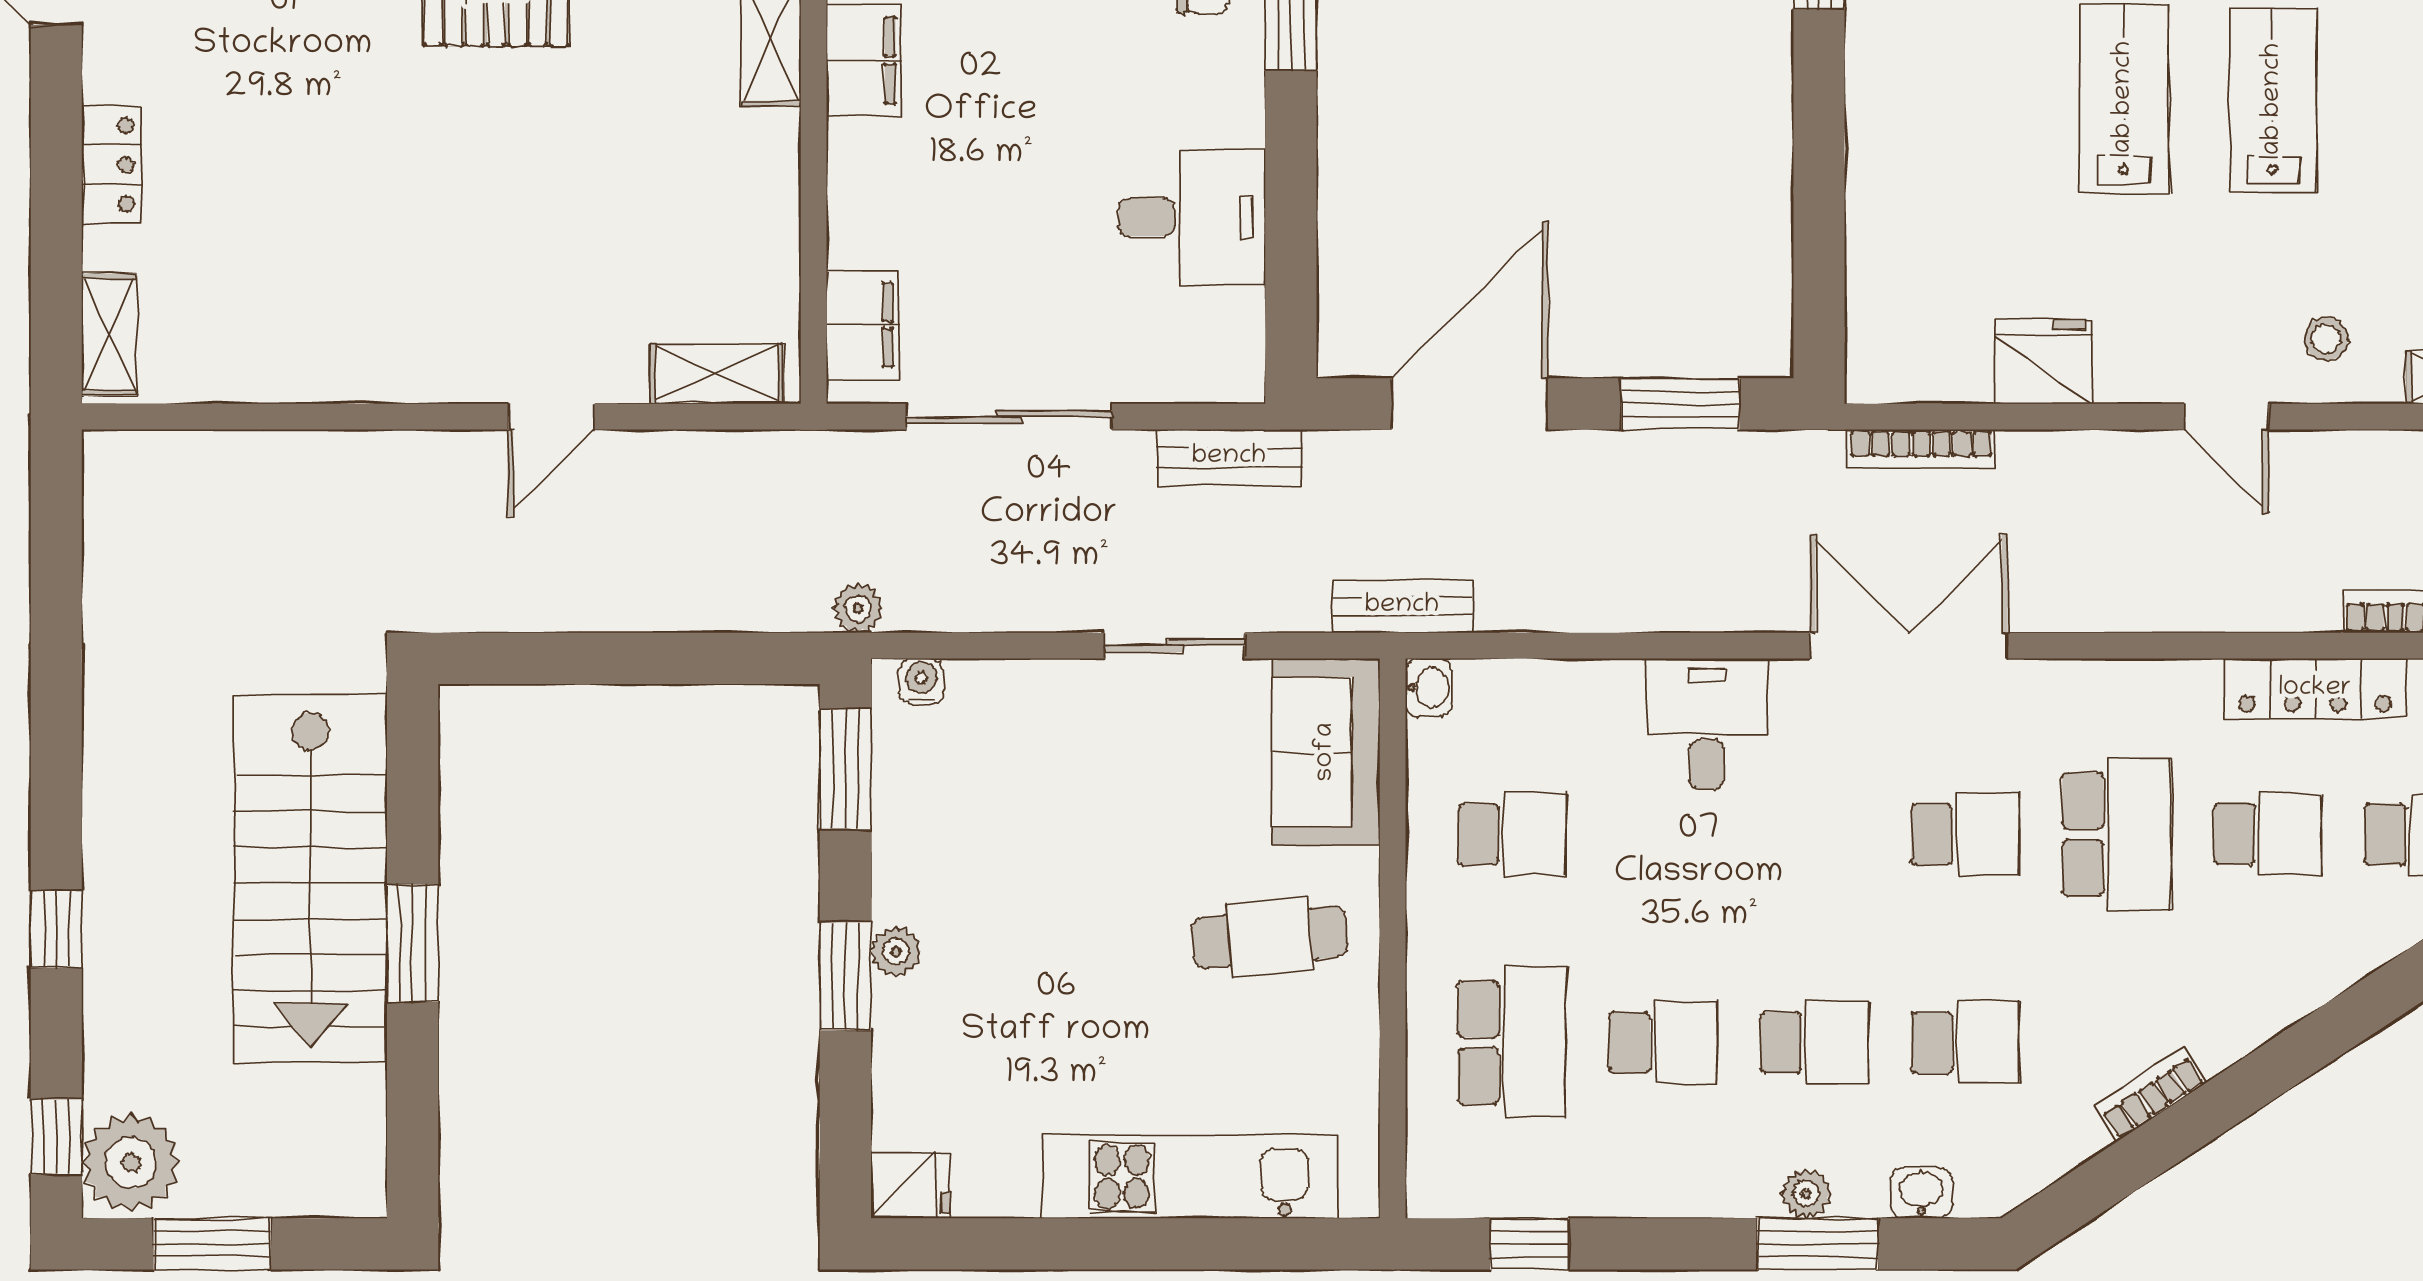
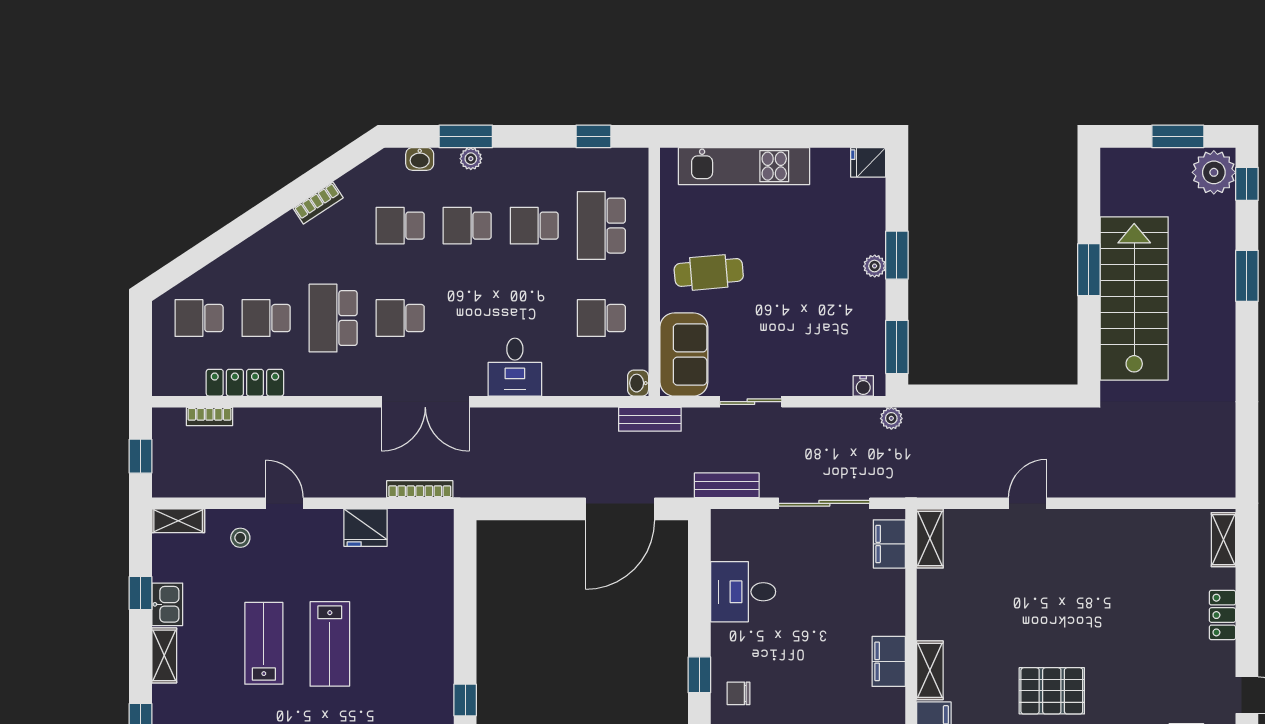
lab bench: (2273, 101) -> (264, 643), turned 180
shelving: (717, 374) -> (930, 538), moved, turned 90
window: (1680, 404) -> (527, 509), removed
window: (56, 929) -> (1247, 276), width x1.50

